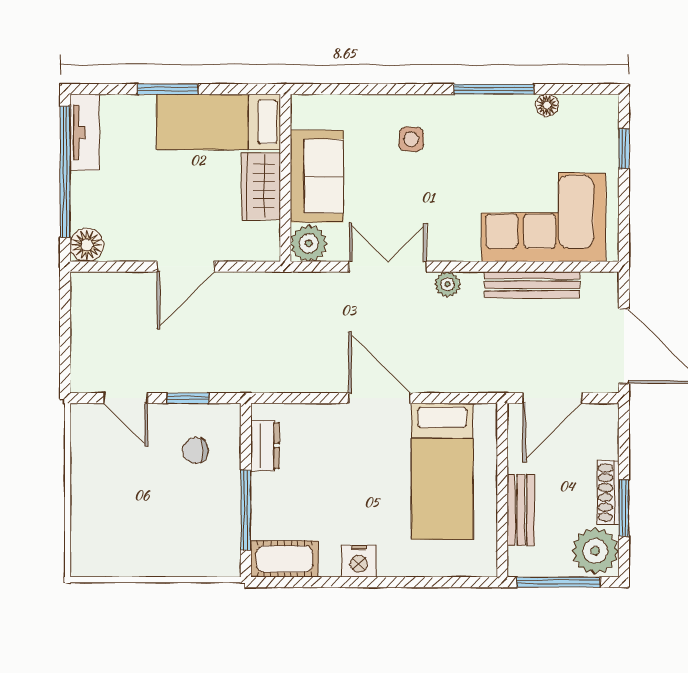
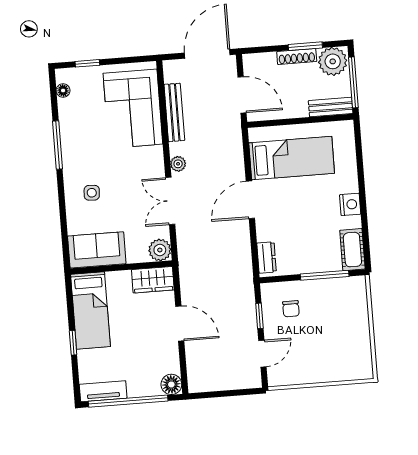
window: (168, 89) -> (73, 343), width x0.67
floor lamp: (547, 105) -> (63, 90), moved
sofa: (317, 176) -> (97, 250), moved
wardrobe: (261, 186) -> (153, 280), moved
dresser: (265, 445) -> (267, 258), moved, turned 90
bench: (521, 510) -> (331, 107), moved

